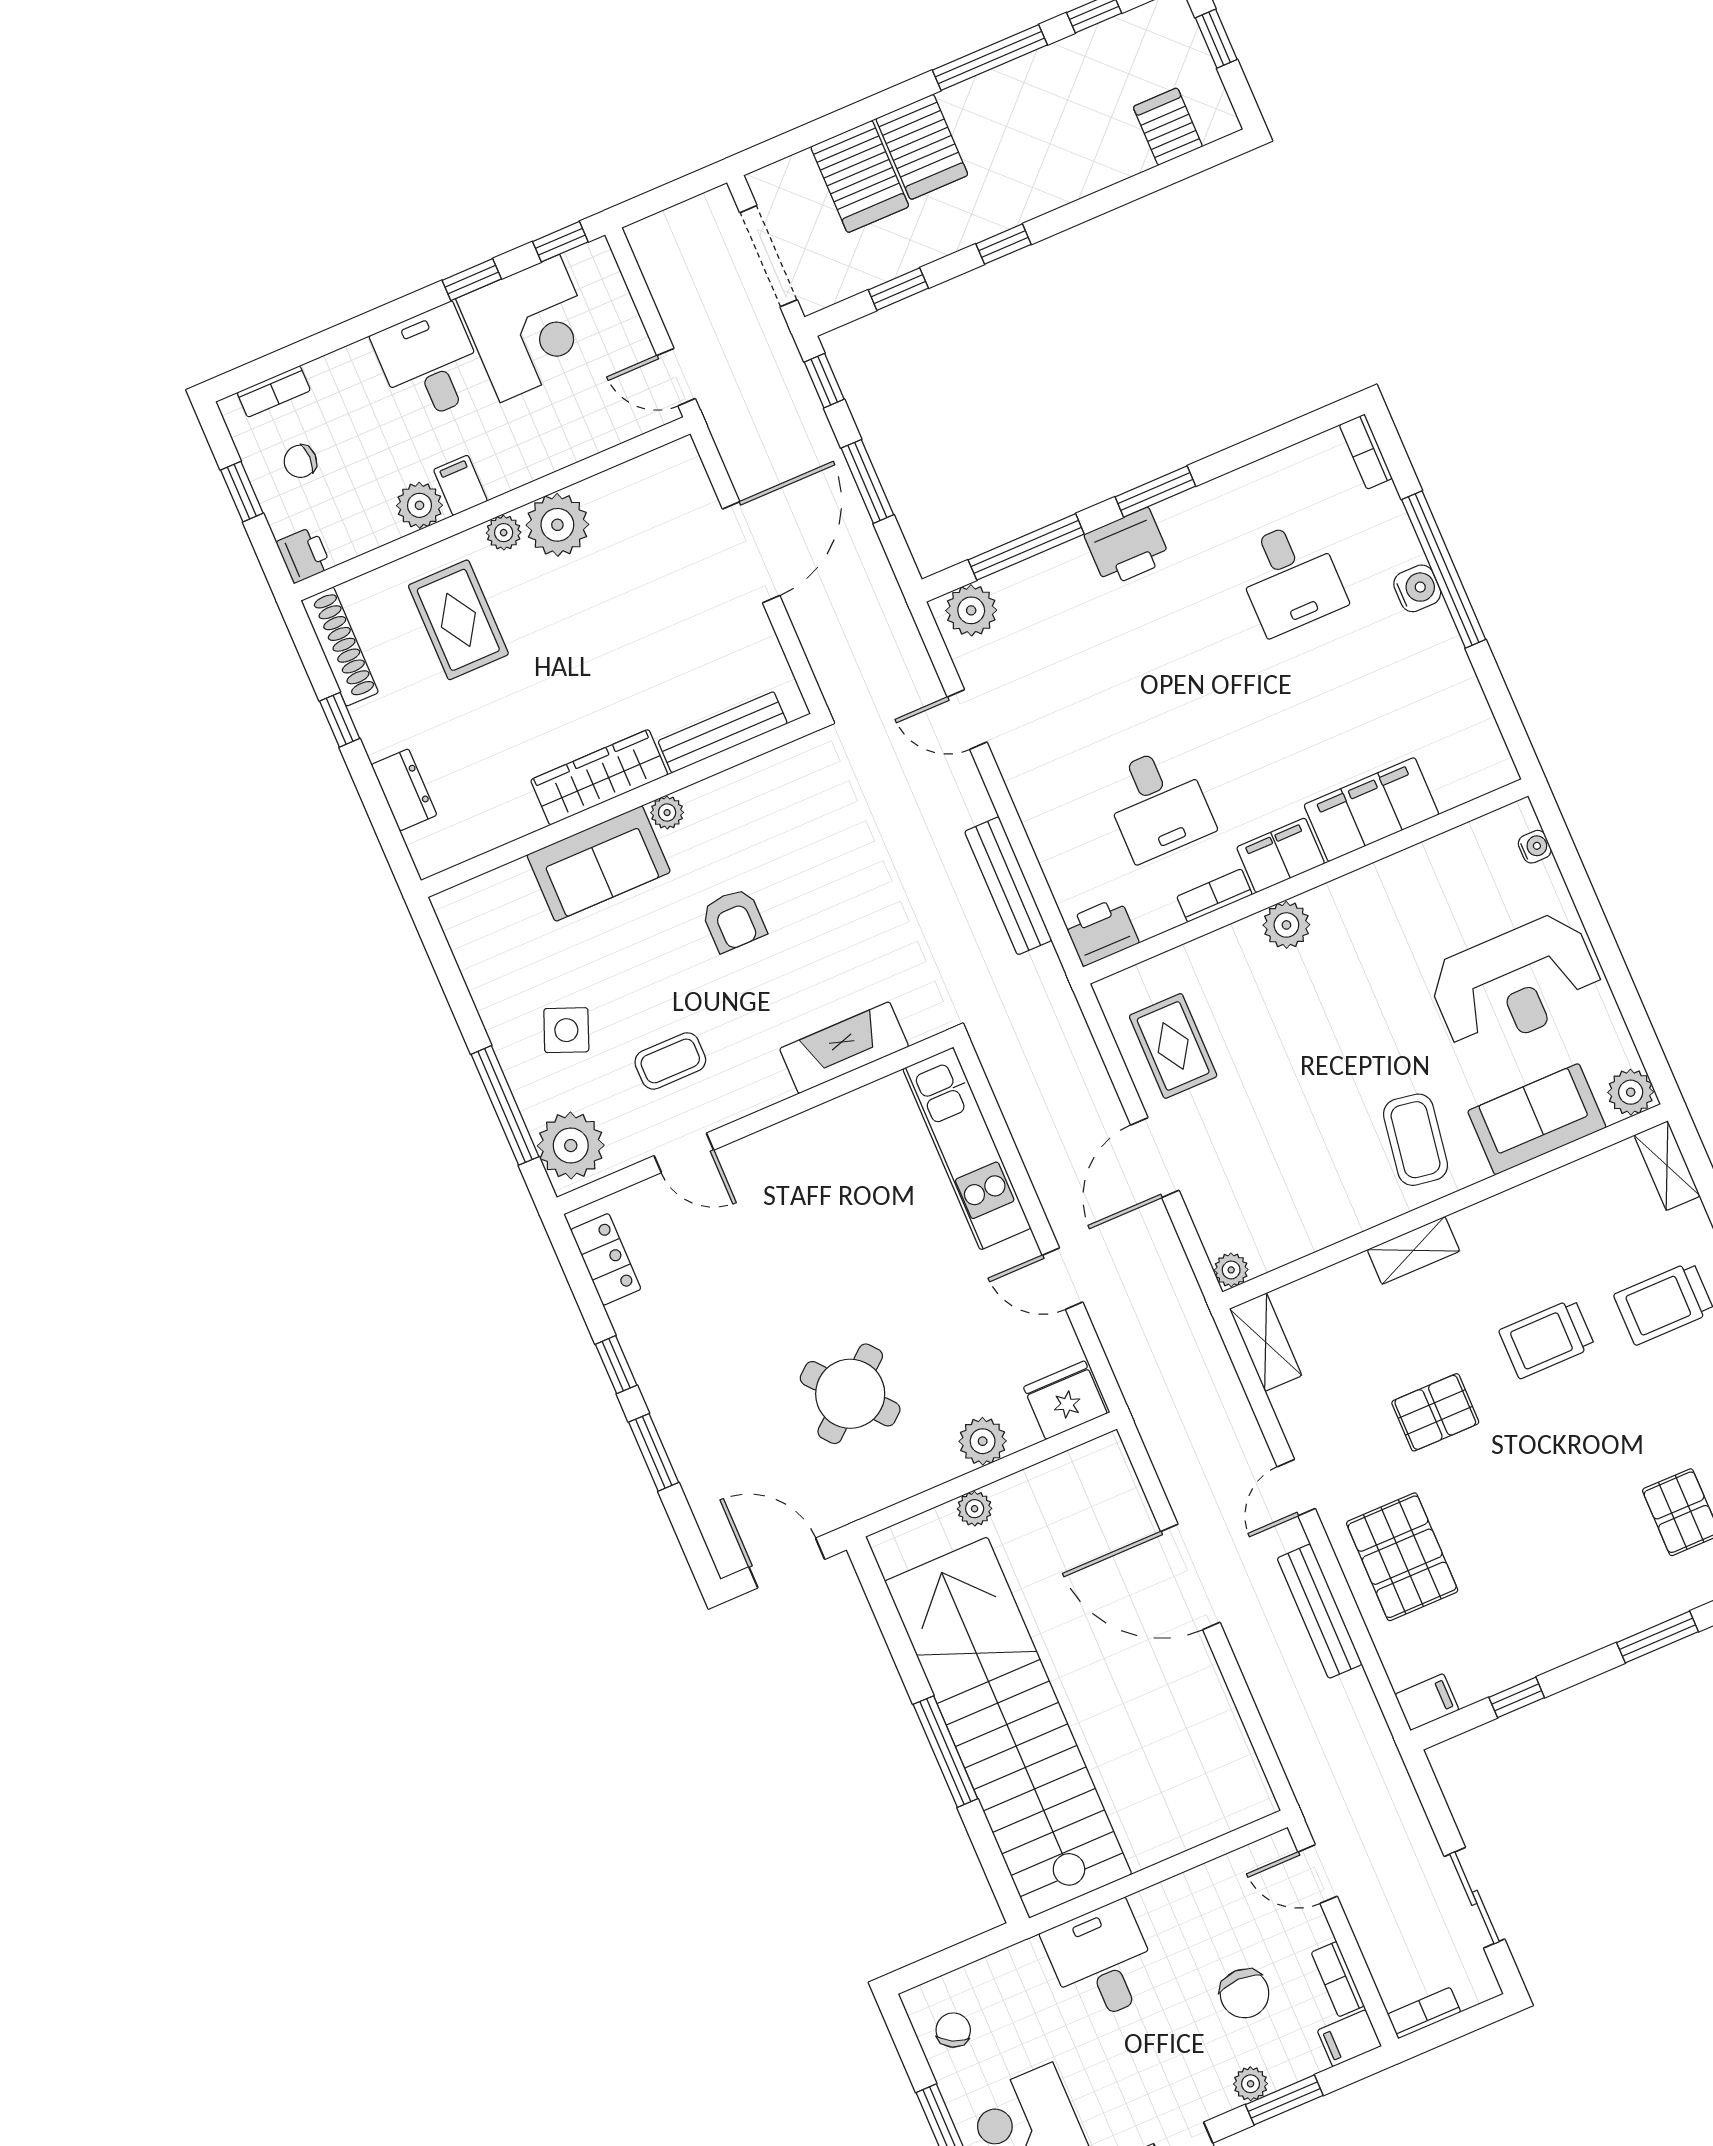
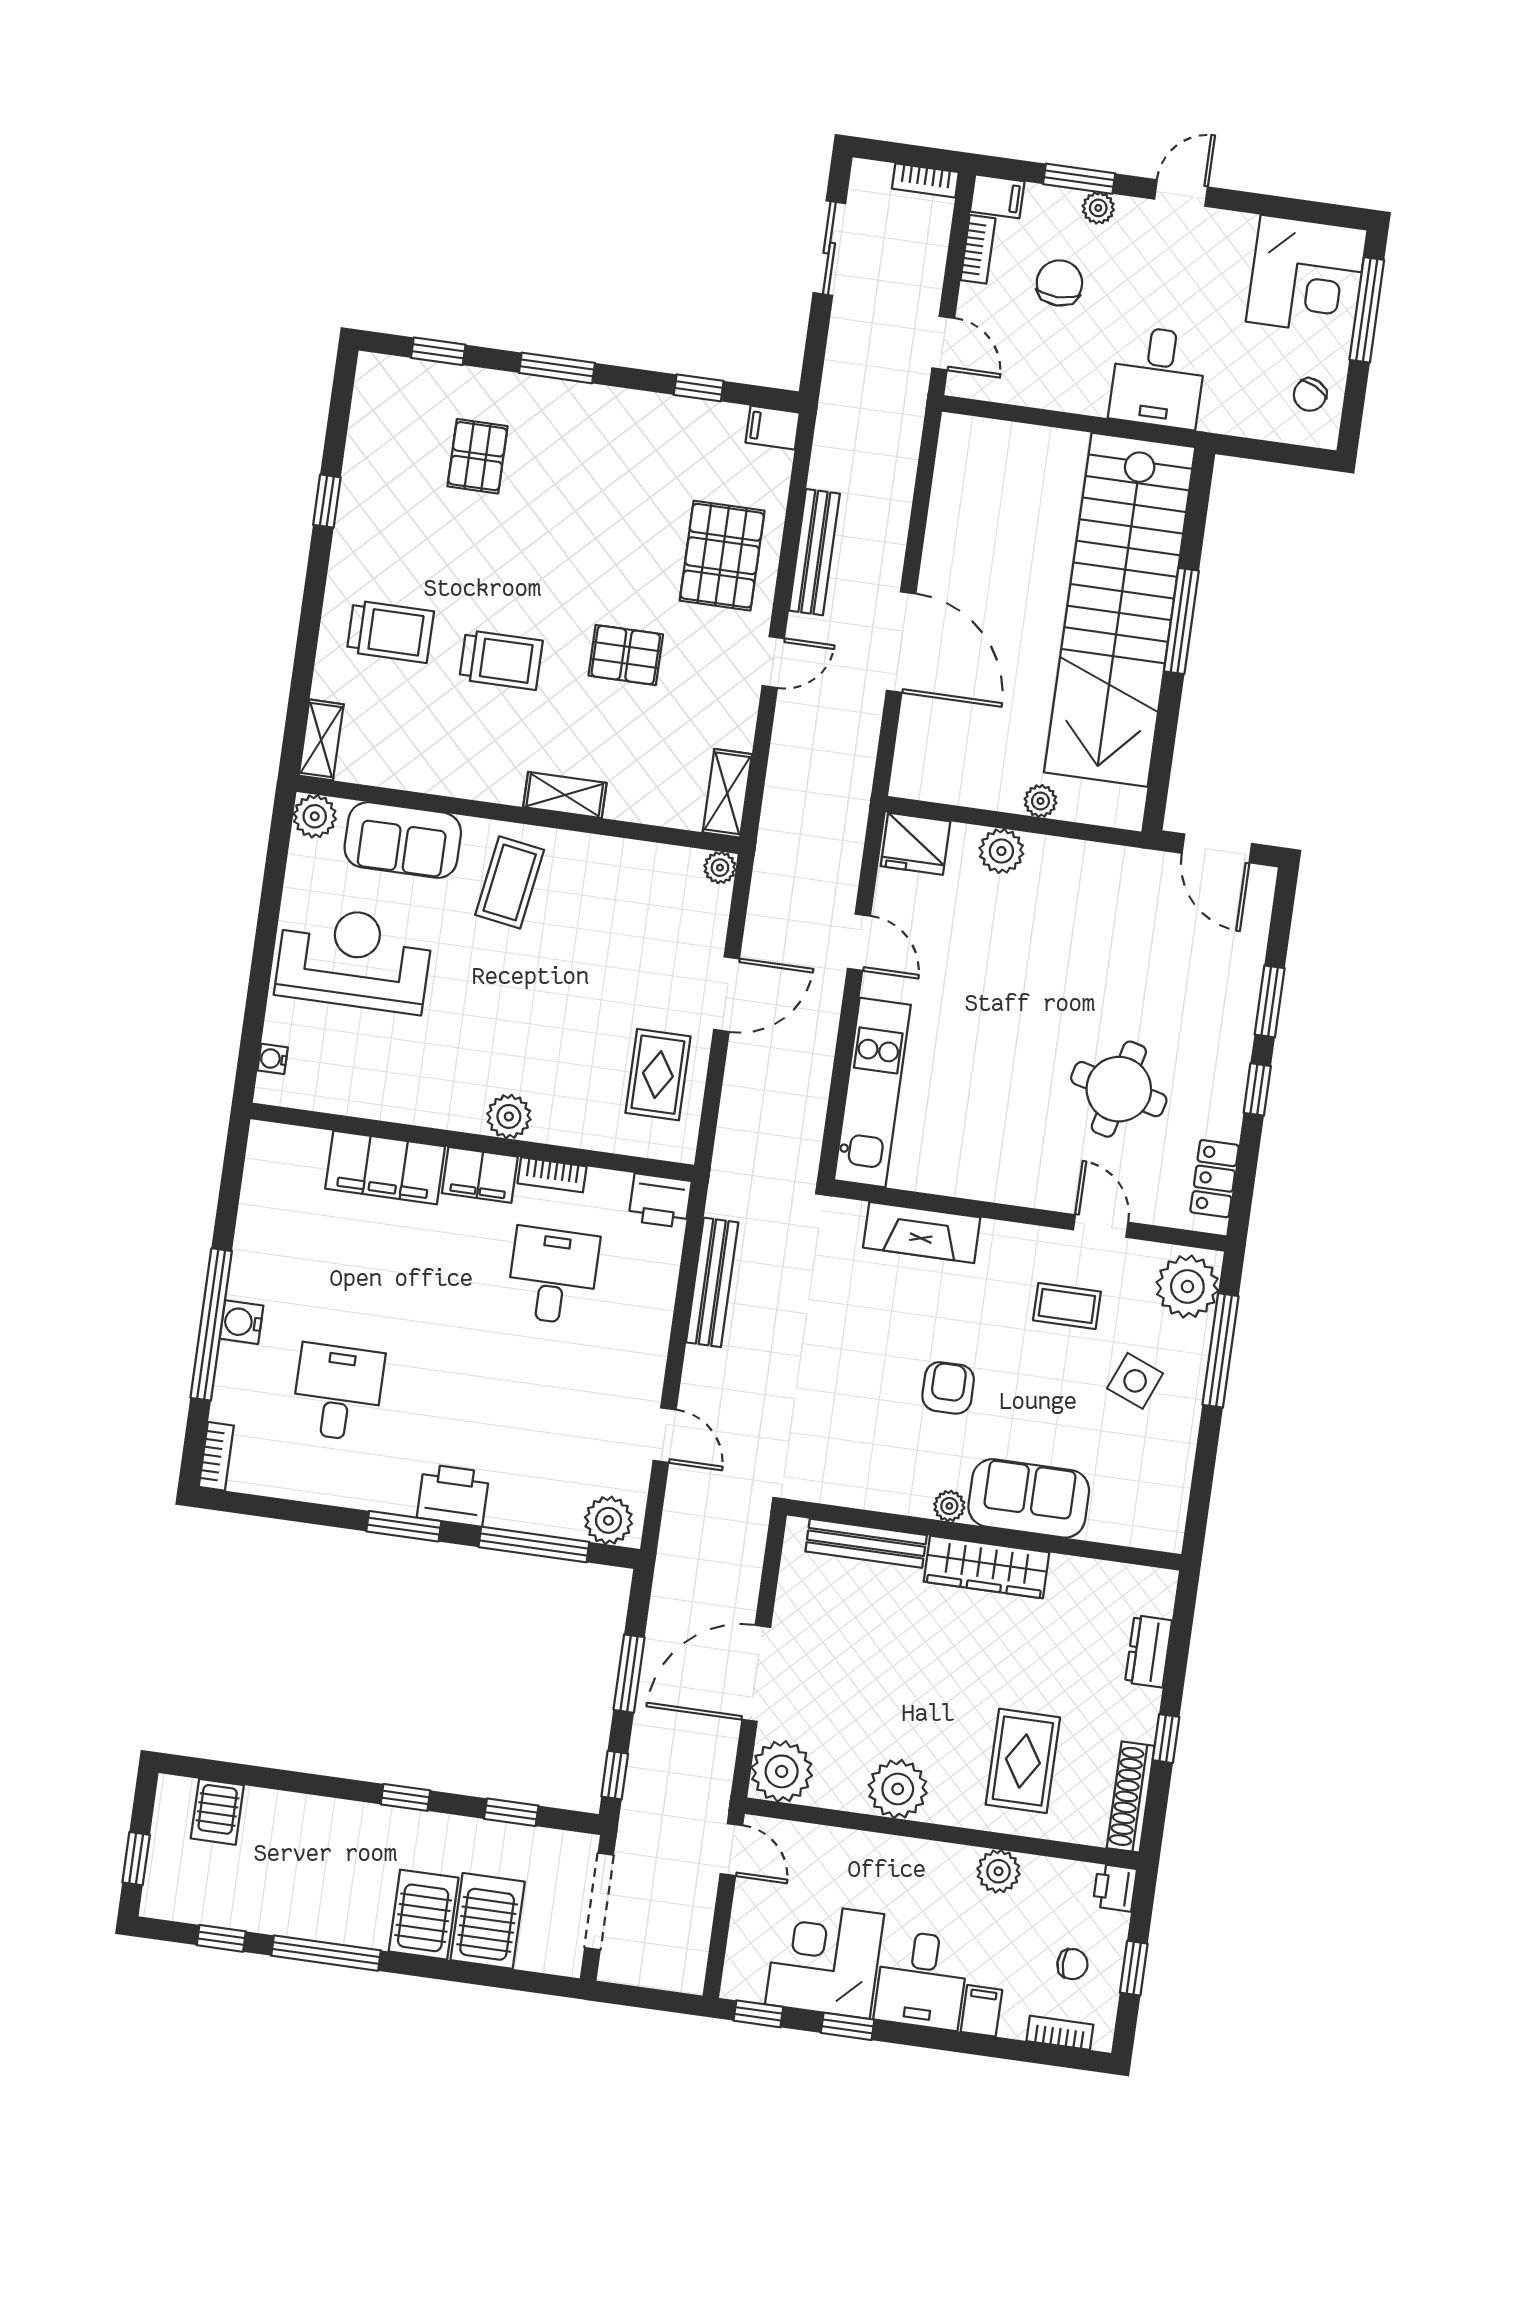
filing cabinet: (461, 485) -> (981, 2011), moved, turned 180
plant: (504, 533) -> (782, 1771), moved, width x1.87, depth x1.87
round table: (850, 1394) -> (1119, 1089), moved, turned -36

